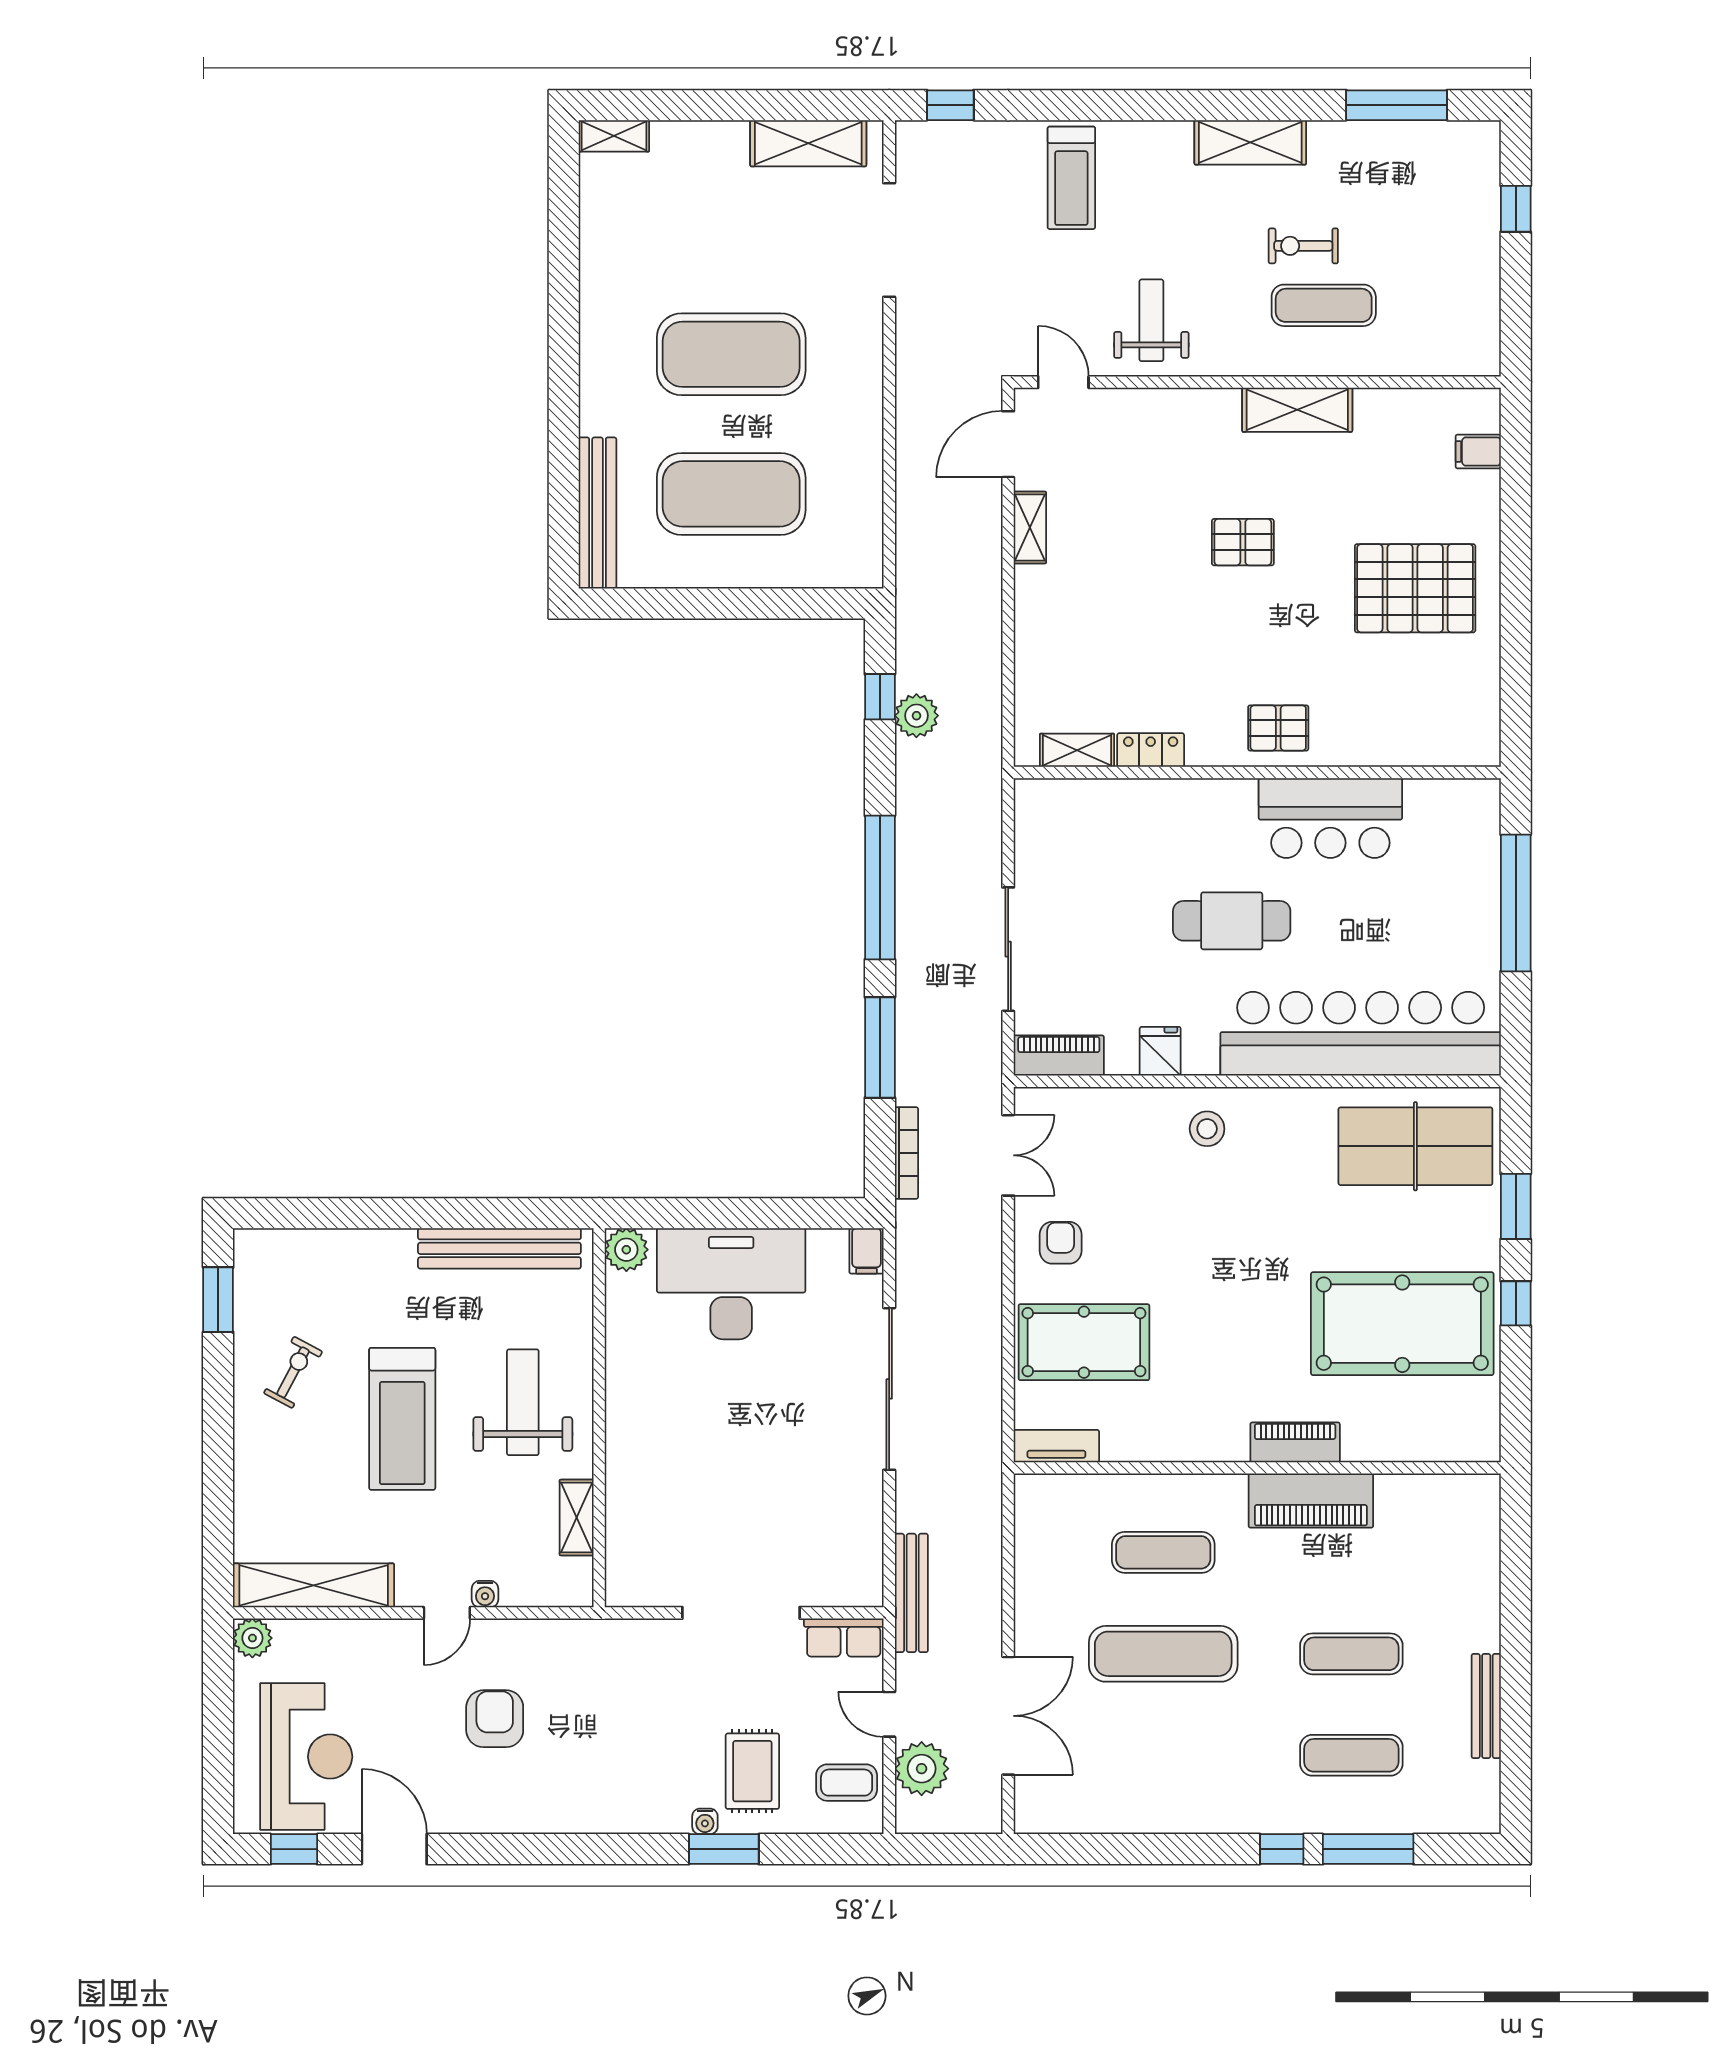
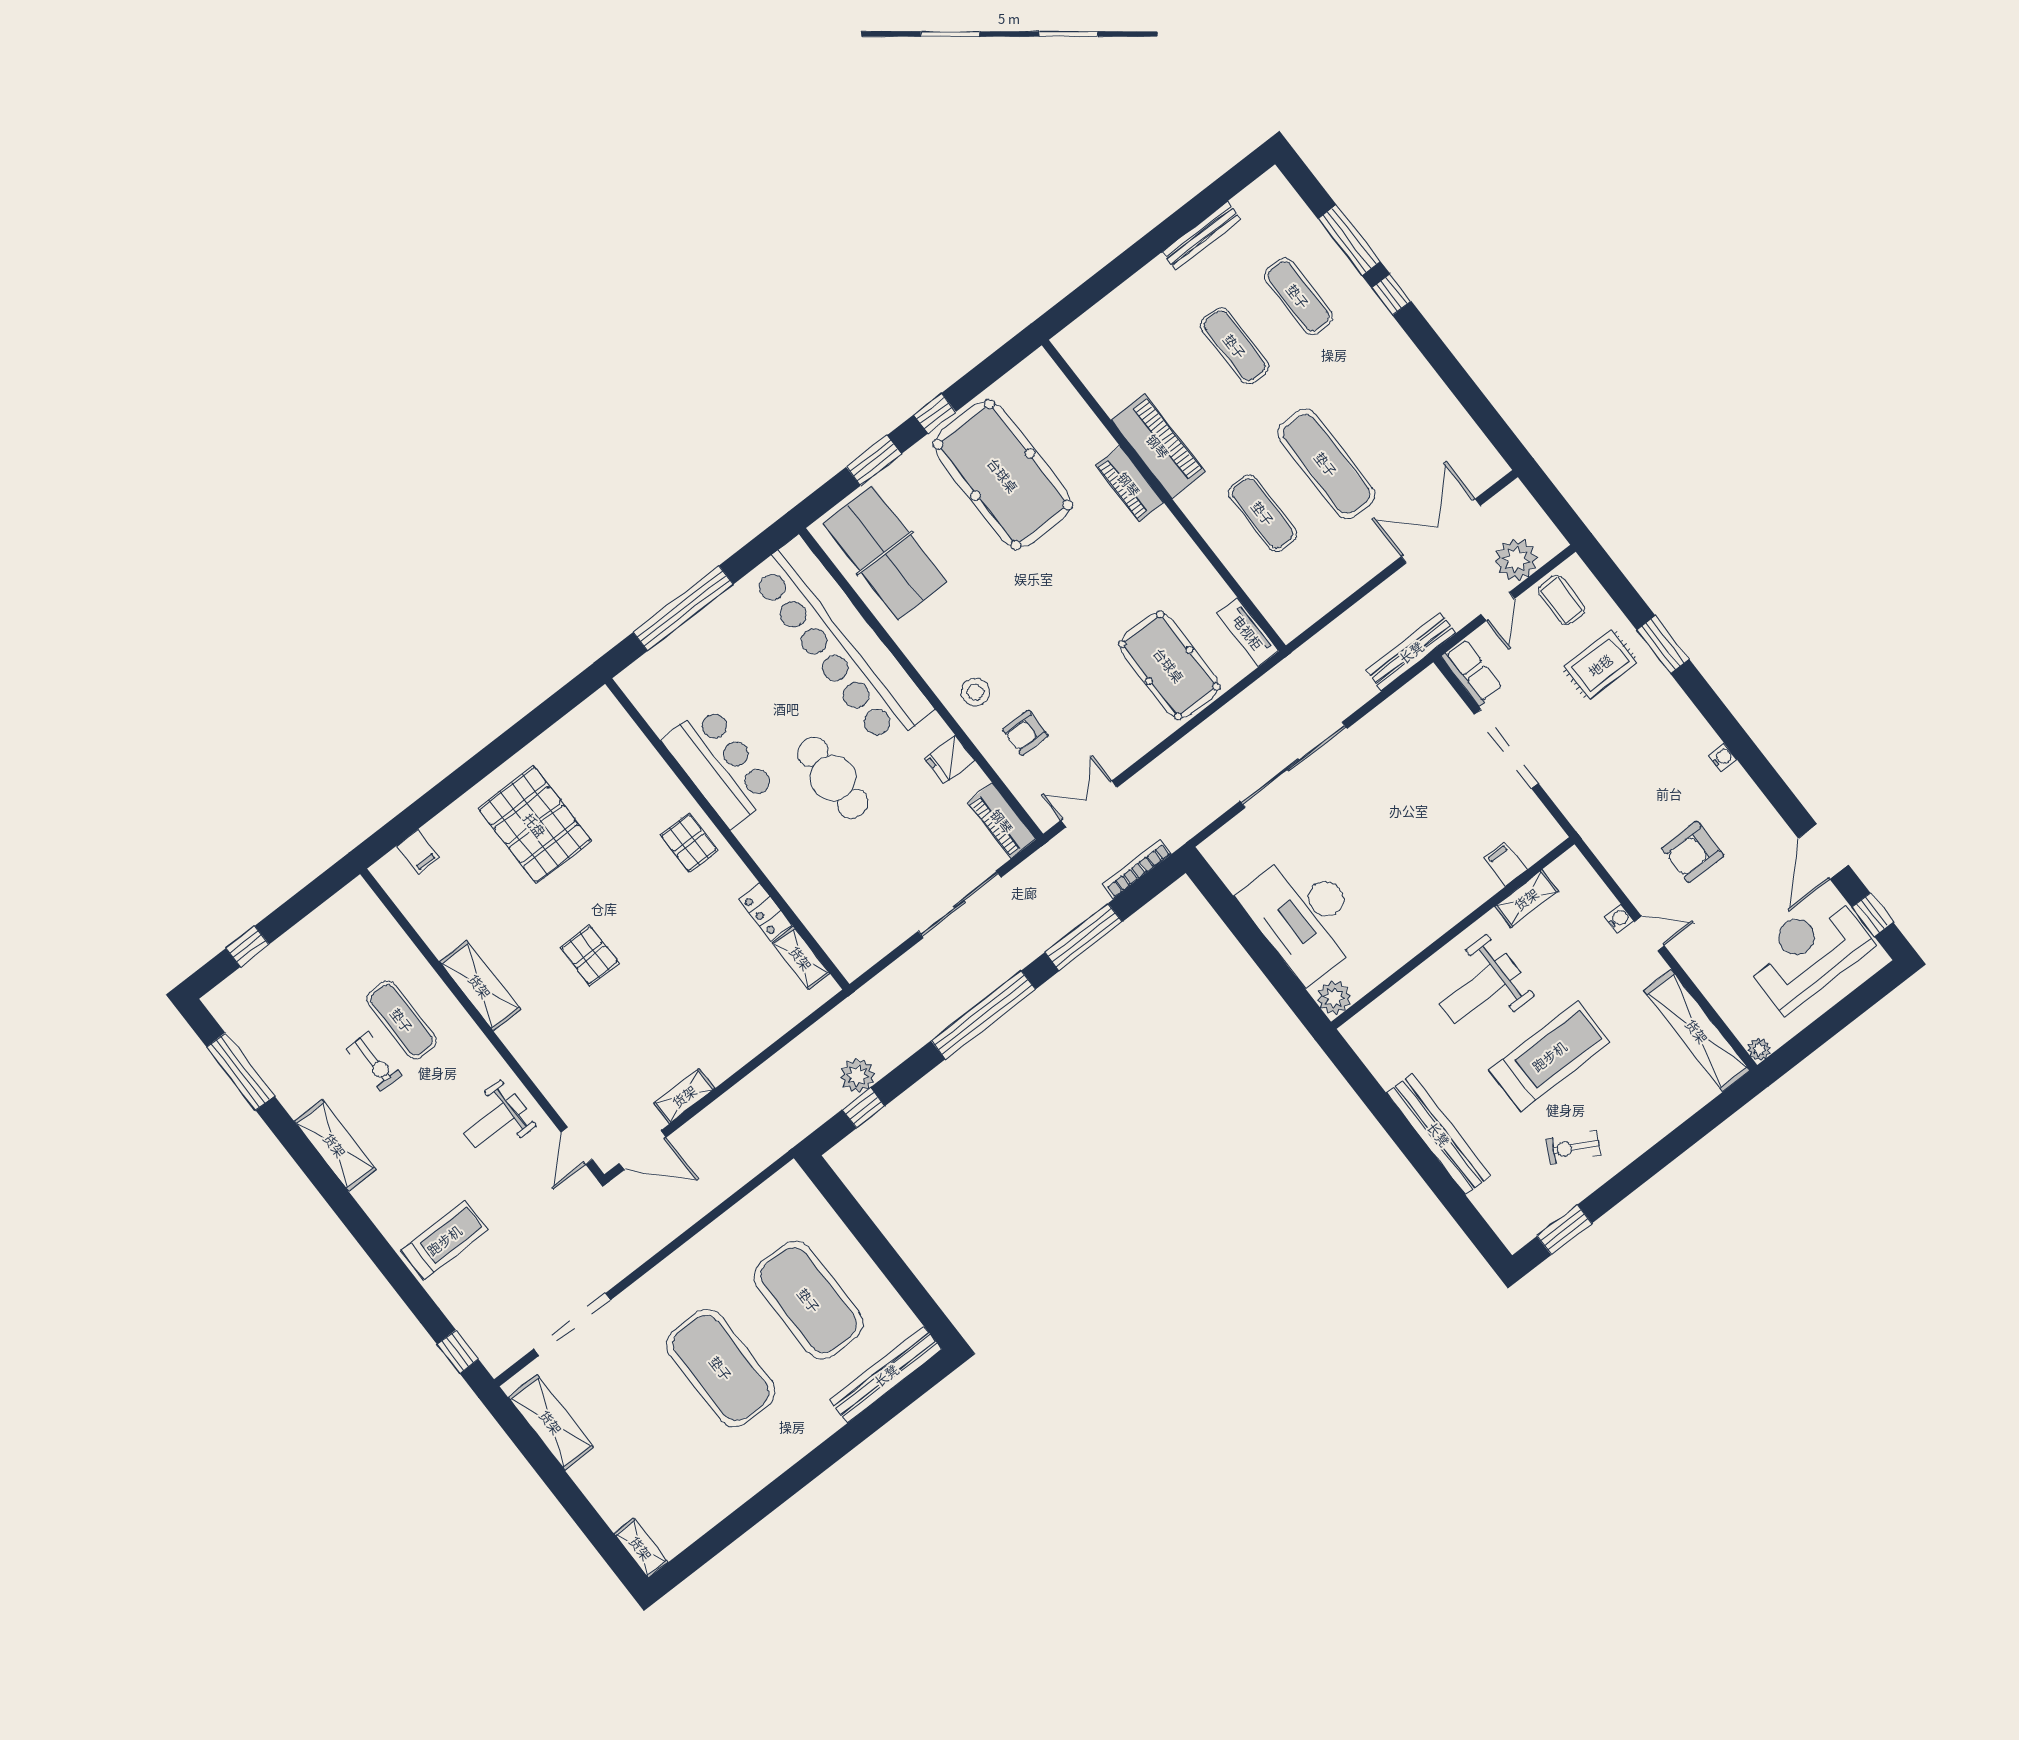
armchair: (1061, 1243) -> (1025, 733), moved
bench: (499, 1248) -> (1439, 1134), moved
filing cabinet: (866, 1251) -> (1505, 864), moved, turned -90
plant: (252, 1638) -> (1759, 1049), width x0.73, depth x0.73
water cooler: (705, 1821) -> (1723, 757), moved

